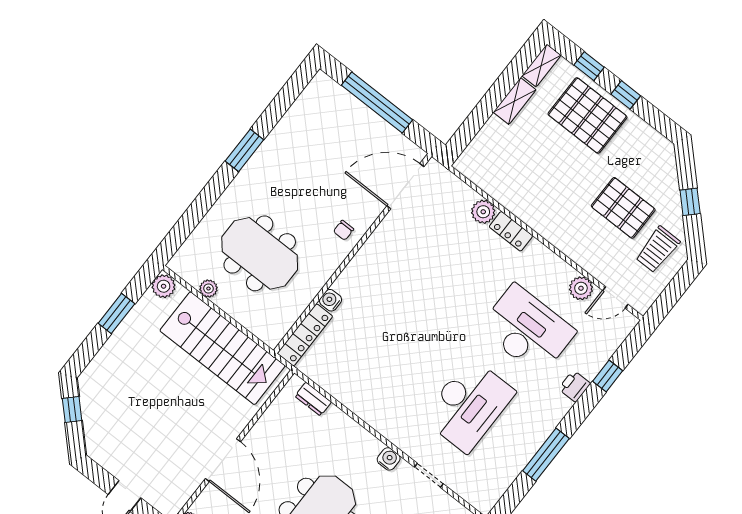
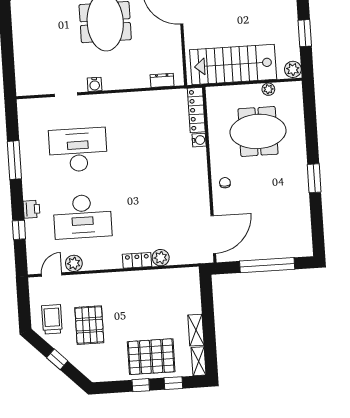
pallet: (623, 208) -> (89, 325), turned 90
desk: (469, 405) -> (78, 150), turned 90

